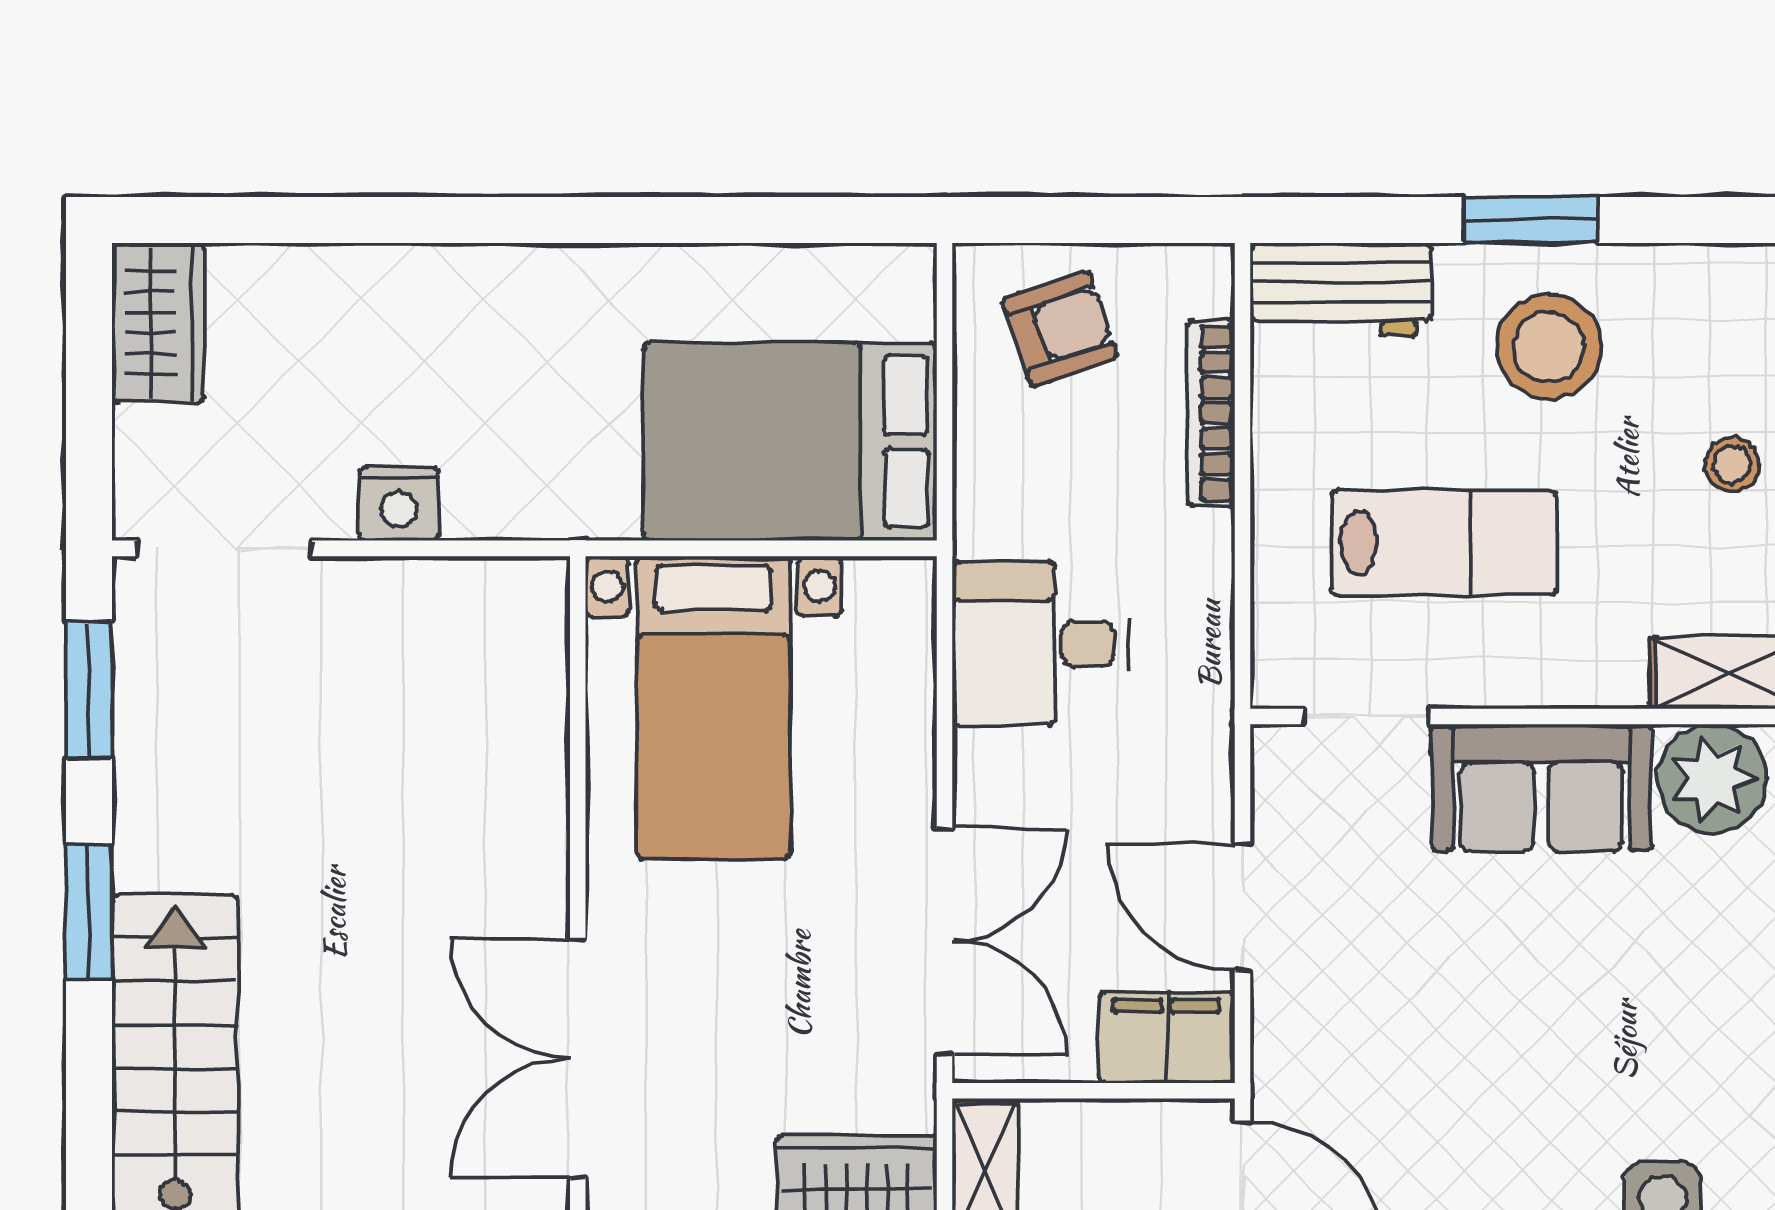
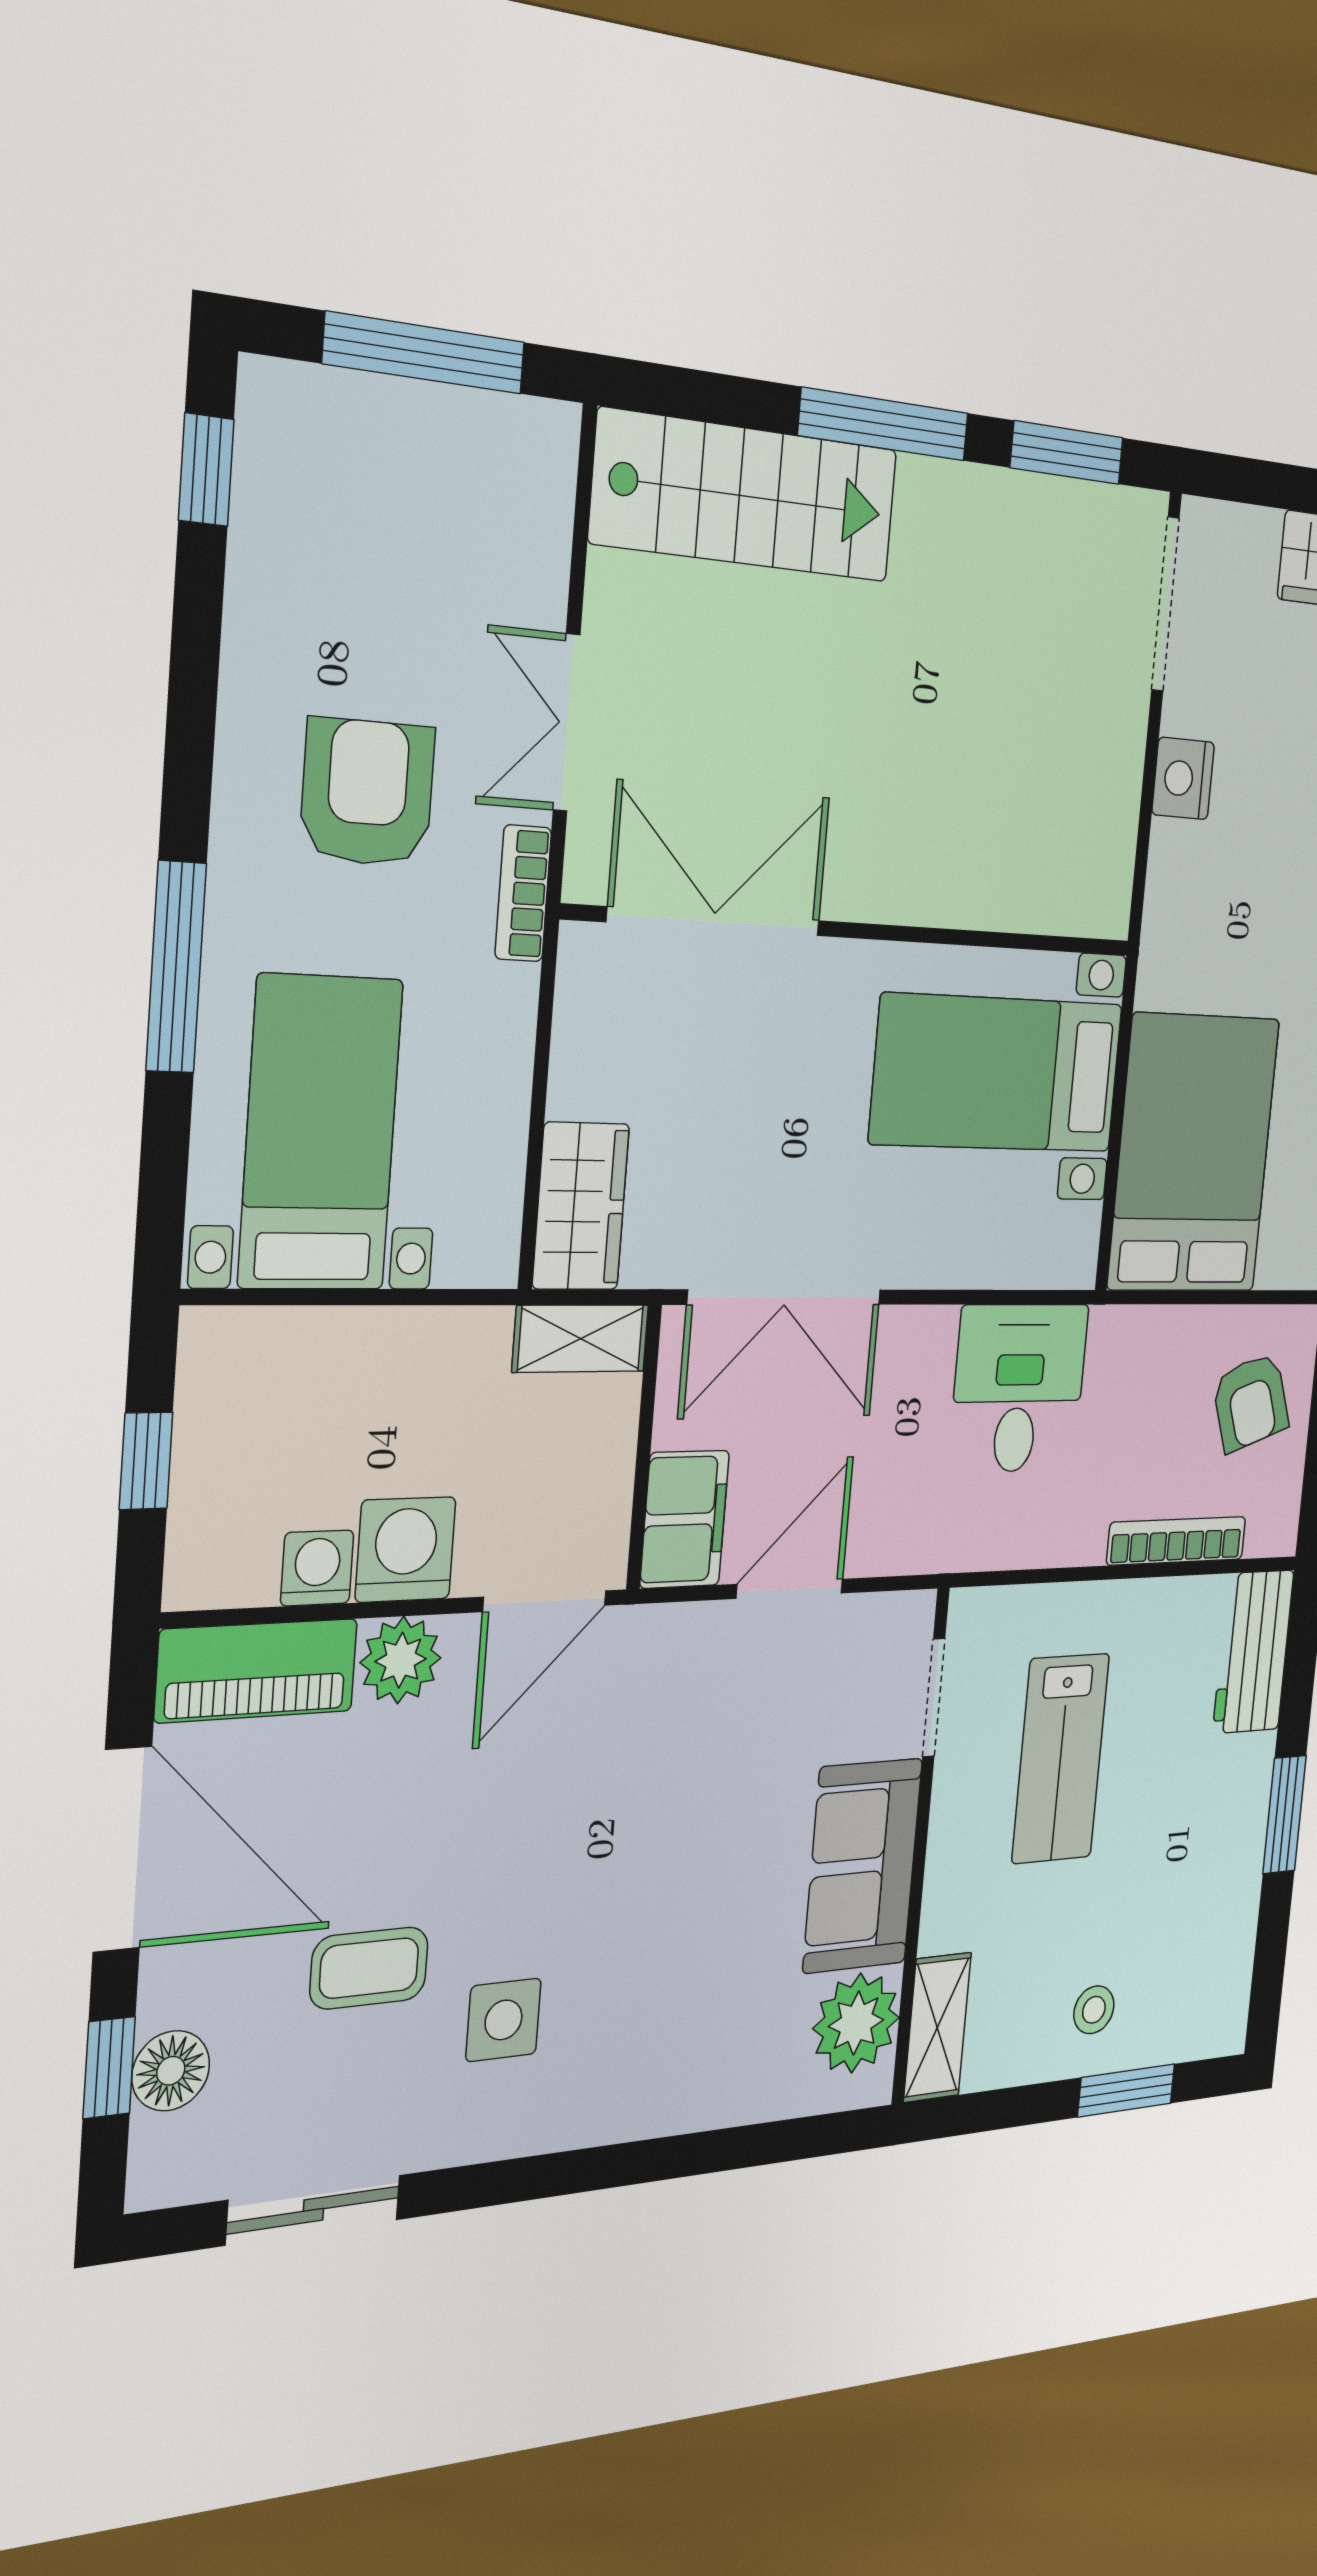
stool: (1549, 347) -> (1194, 1839), removed
window: (89, 912) -> (884, 424), width x1.44

